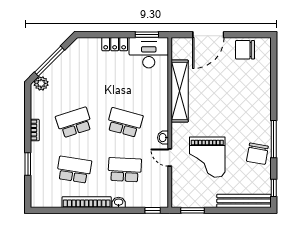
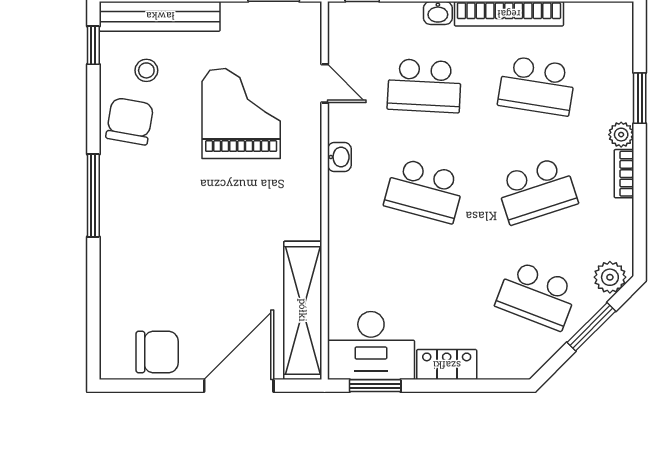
window: (50, 61) -> (591, 327), width x0.69
school desk: (74, 75) -> (537, 295), added
shelving: (180, 91) -> (303, 310), moved
window: (274, 139) -> (93, 195), moved
plant: (36, 148) -> (621, 135), added
door: (170, 158) -> (325, 83), moved
stool: (250, 177) -> (146, 70), added

